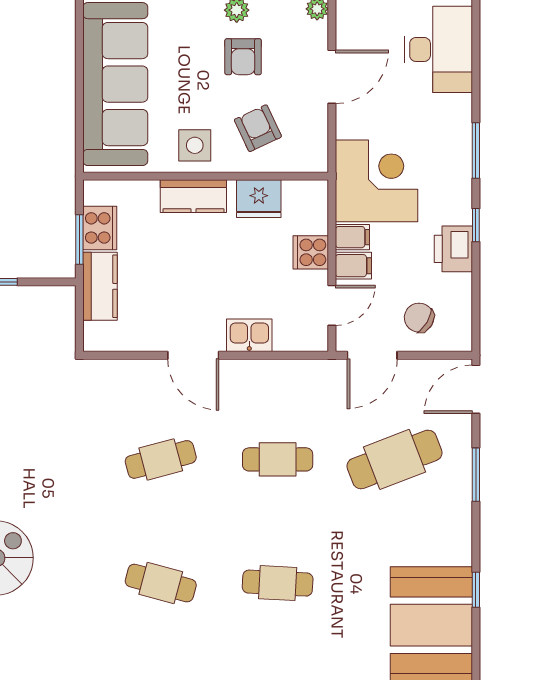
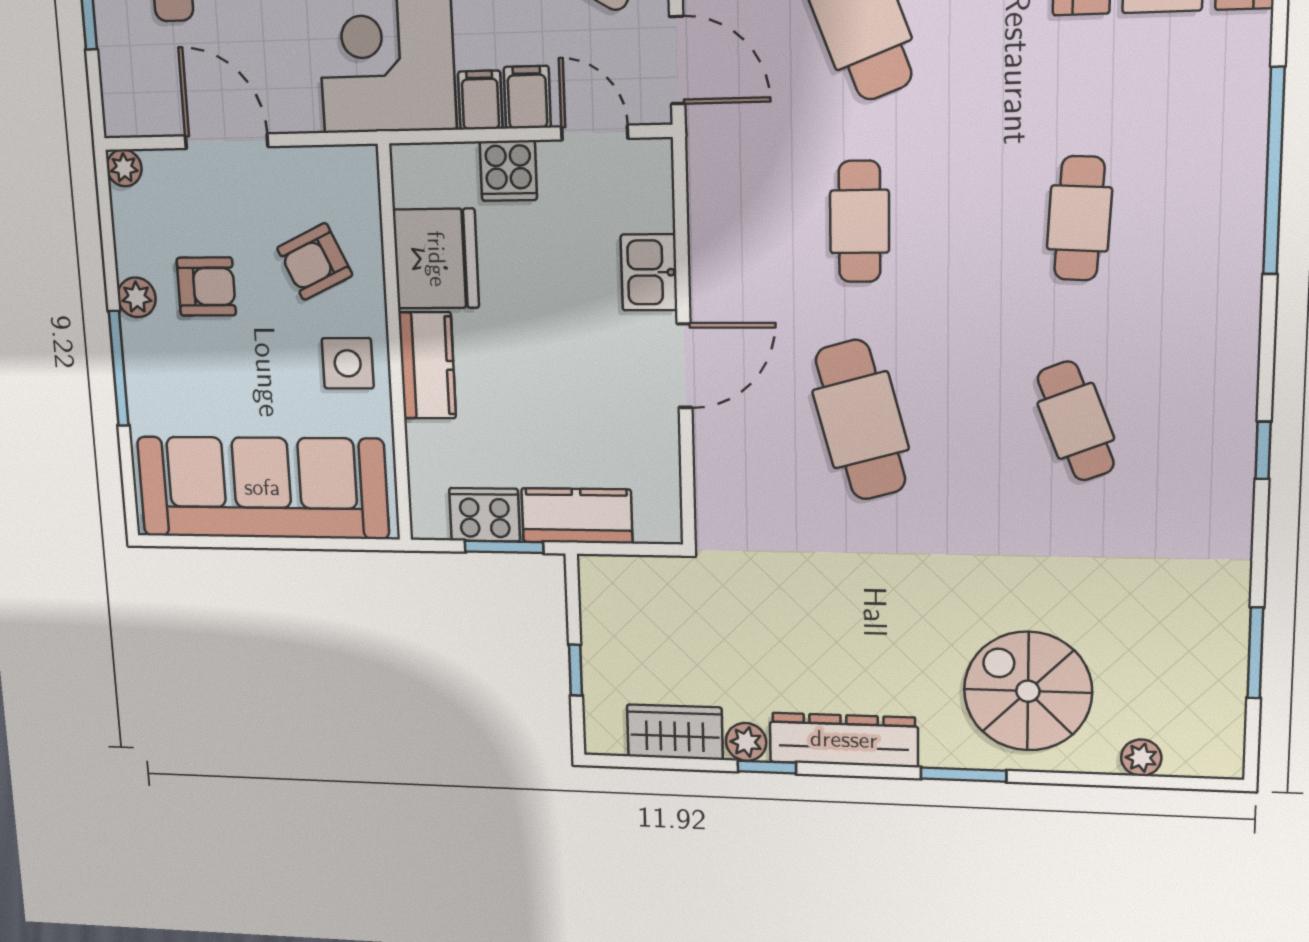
fridge: (259, 199) -> (436, 259), width x1.36, depth x1.34
cafe table: (161, 459) -> (861, 420), width x1.37, depth x1.35
cafe table: (161, 583) -> (1076, 421), turned -36

